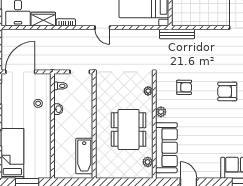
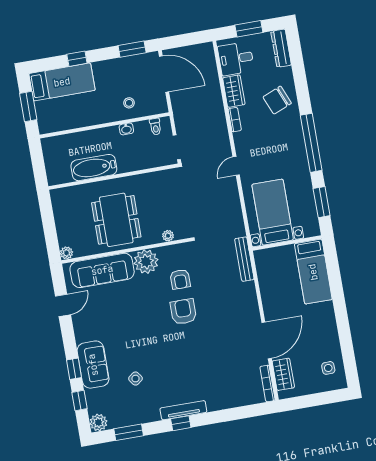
armchair: (227, 92) -> (183, 312), moved
plant: (161, 112) -> (146, 262), width x1.88, depth x1.88
dining table: (128, 130) -> (116, 220), turned 90
bathtub: (84, 156) -> (94, 168), moved
plant: (148, 162) -> (66, 253), moved

